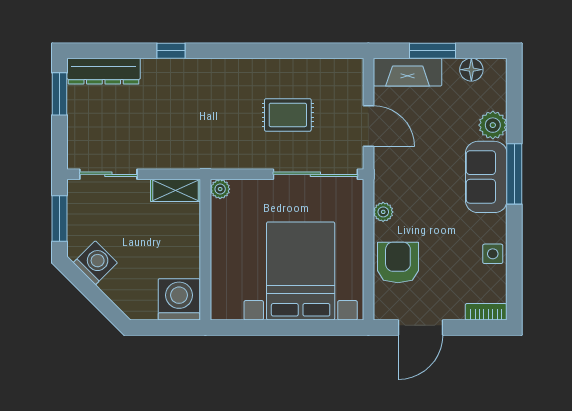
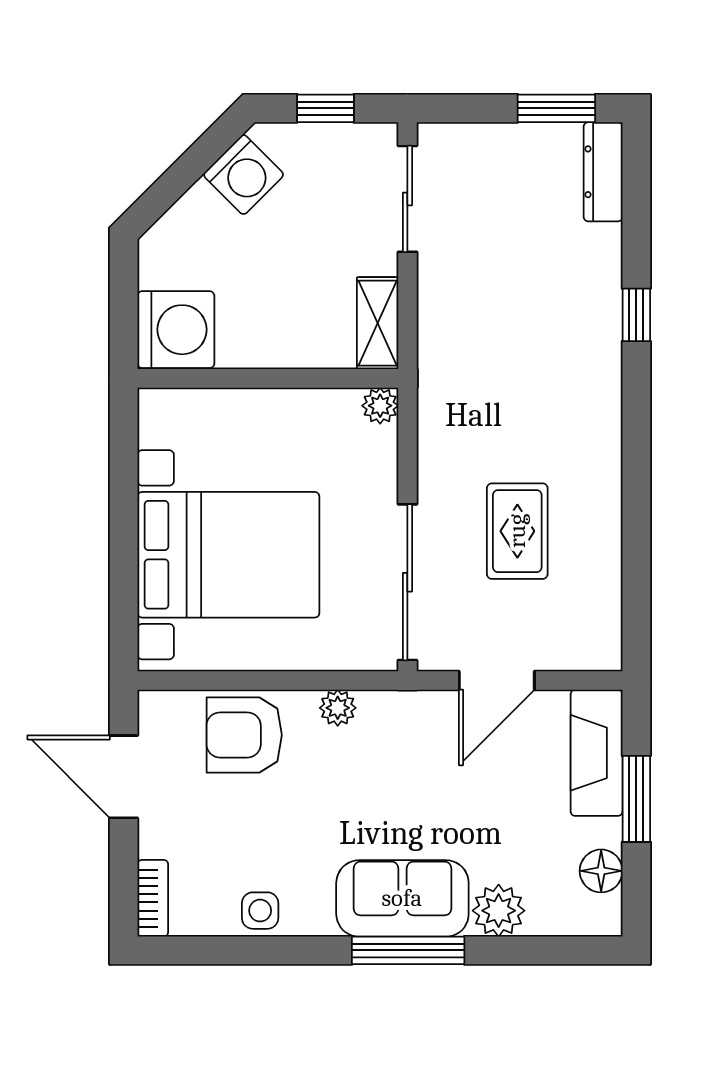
dresser: (104, 71) -> (603, 172), width x0.73, depth x0.80
window: (60, 219) -> (325, 108), width x0.67
armchair: (398, 262) -> (244, 735), turned 180

